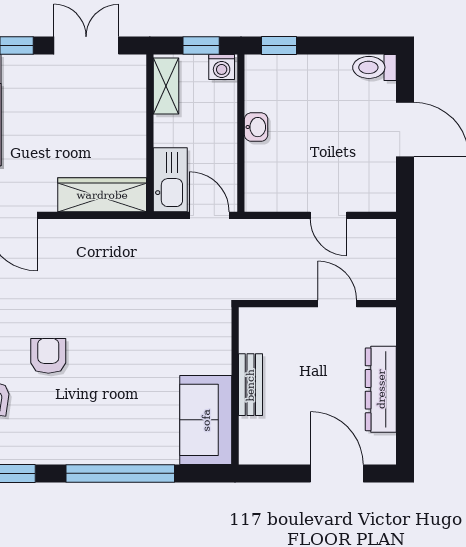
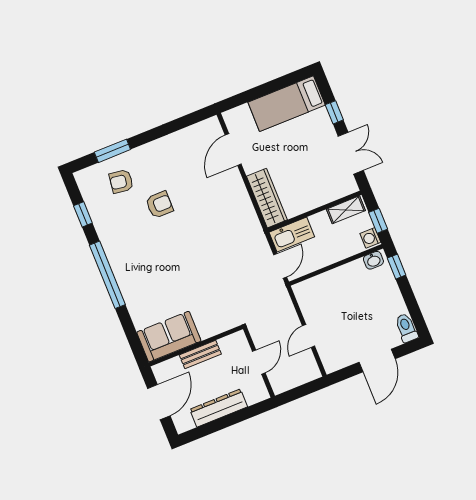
washbasin: (256, 127) -> (373, 260), moved
bench: (250, 385) -> (200, 354), moved
wall: (235, 386) -> (196, 346), moved
sofa: (206, 420) -> (169, 337), moved

